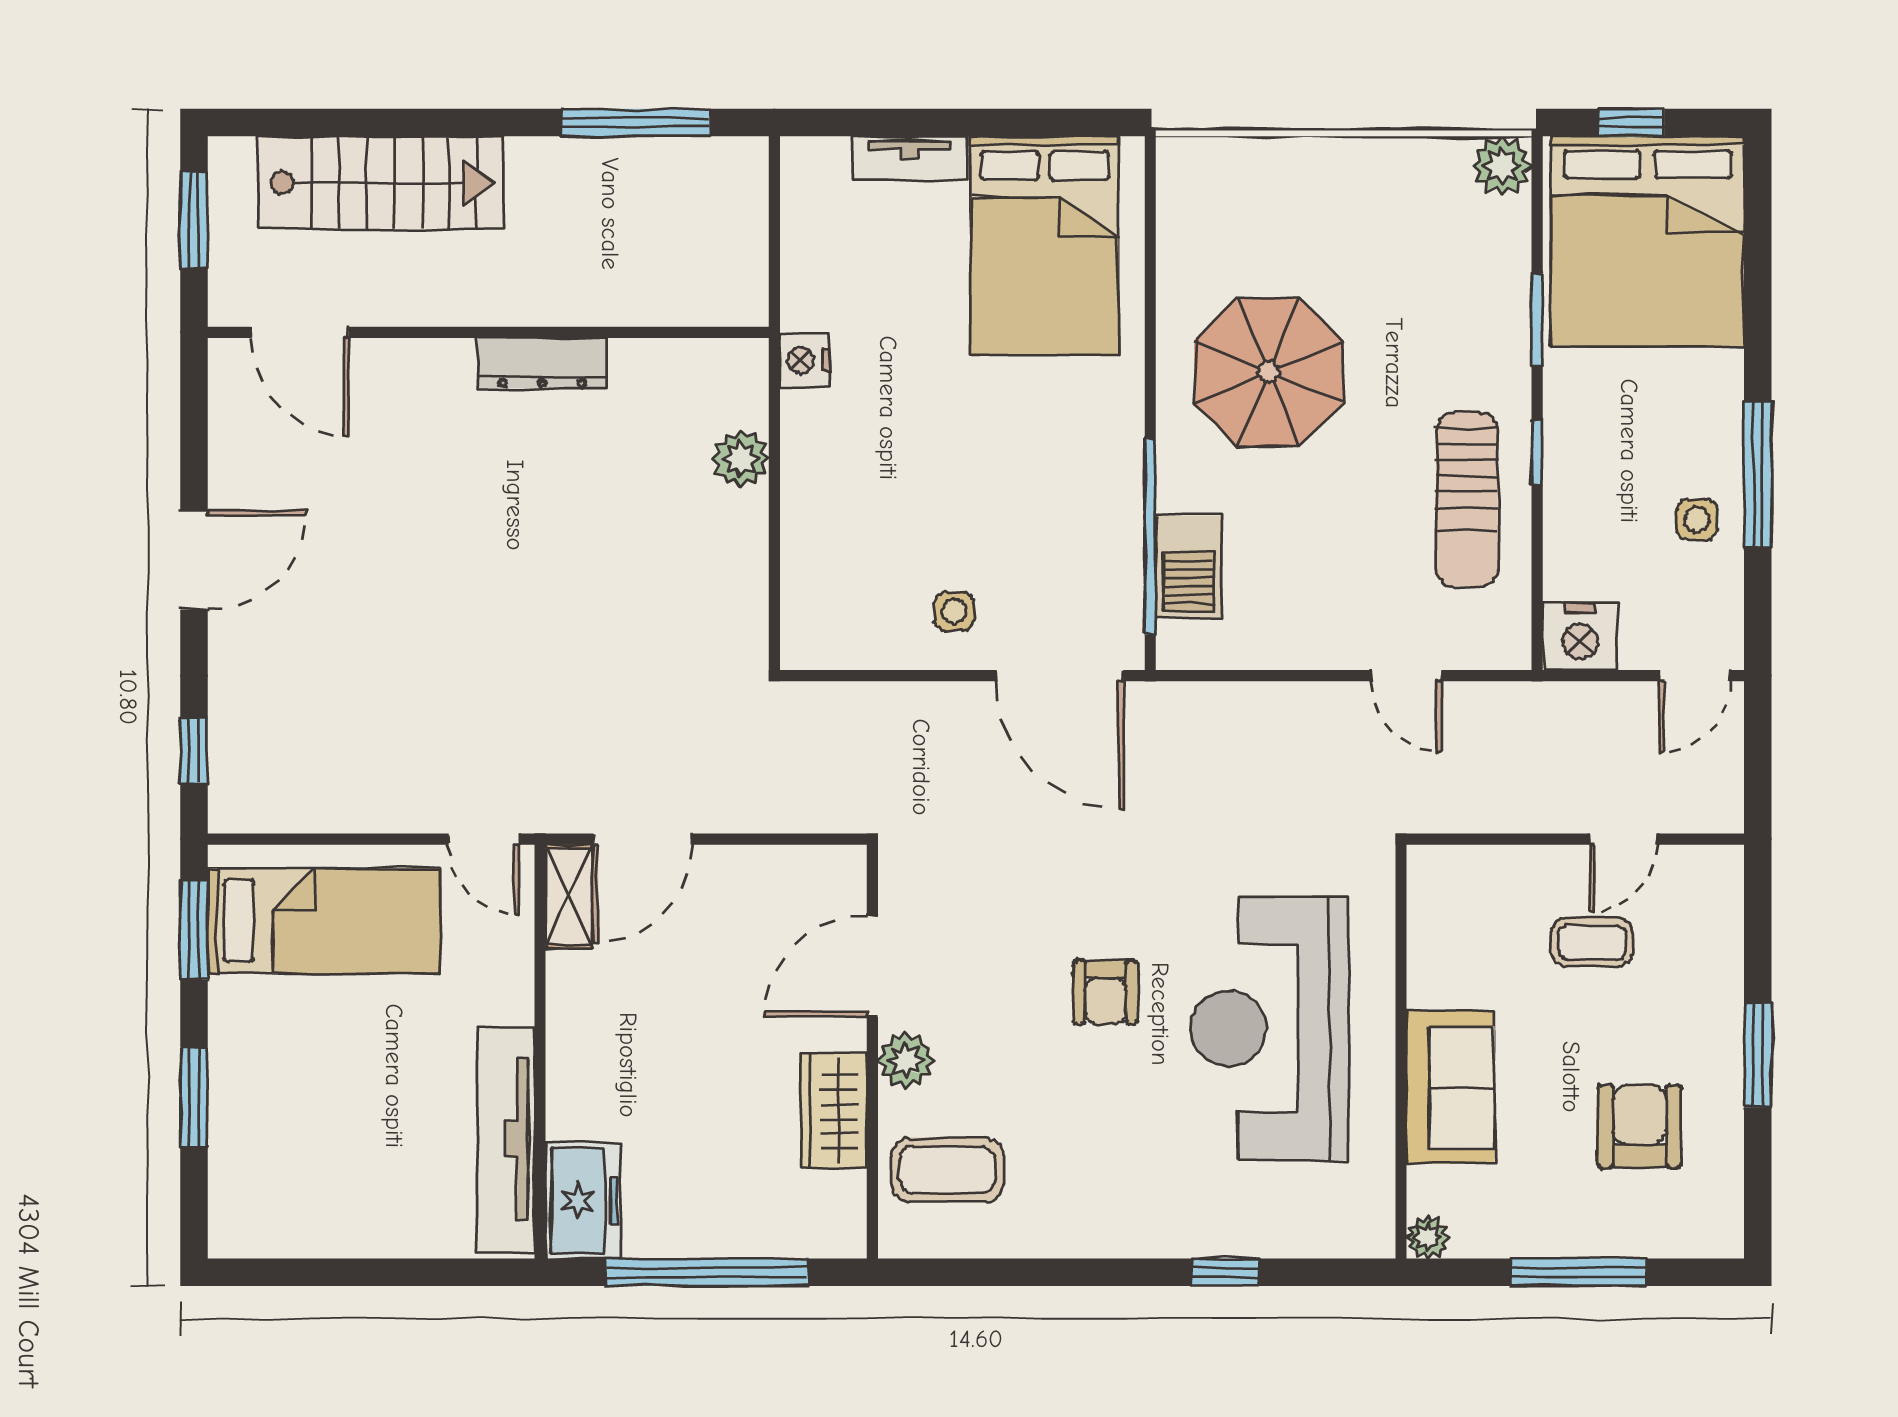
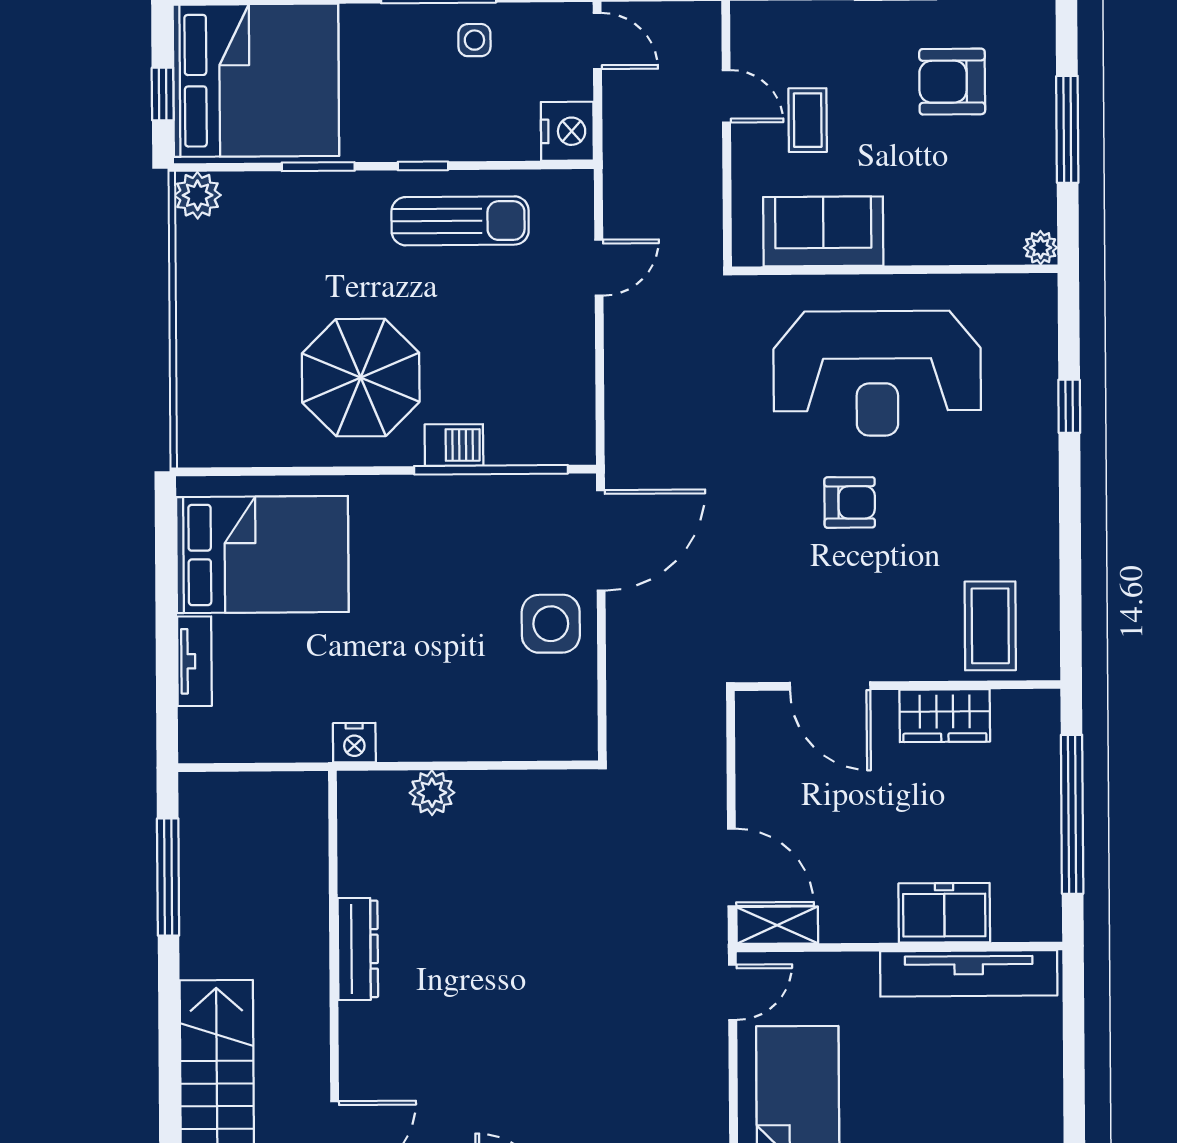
barbecue: (1189, 567) -> (454, 445), moved, width x0.73, depth x0.79
side table: (954, 611) -> (551, 624), width x1.87, depth x1.87
plant: (906, 1061) -> (905, 659), removed
sofa: (1450, 1087) -> (823, 231), moved
freezer: (583, 1201) -> (944, 913), moved

